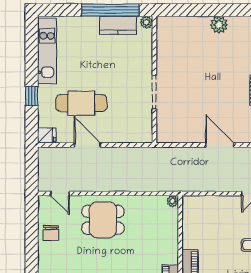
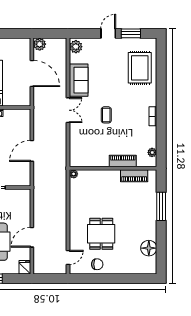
door: (220, 145) -> (32, 151), moved
dining table: (103, 220) -> (101, 234), moved

